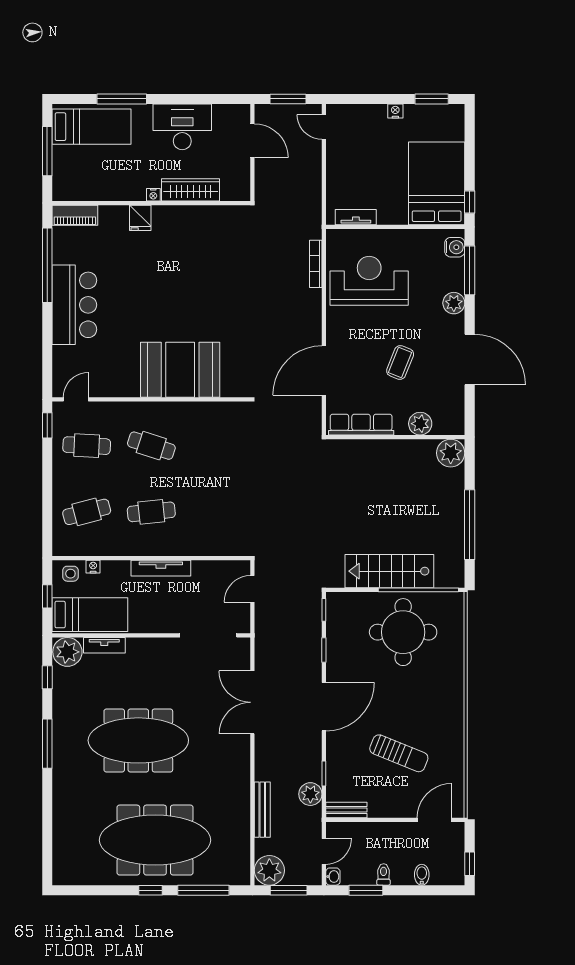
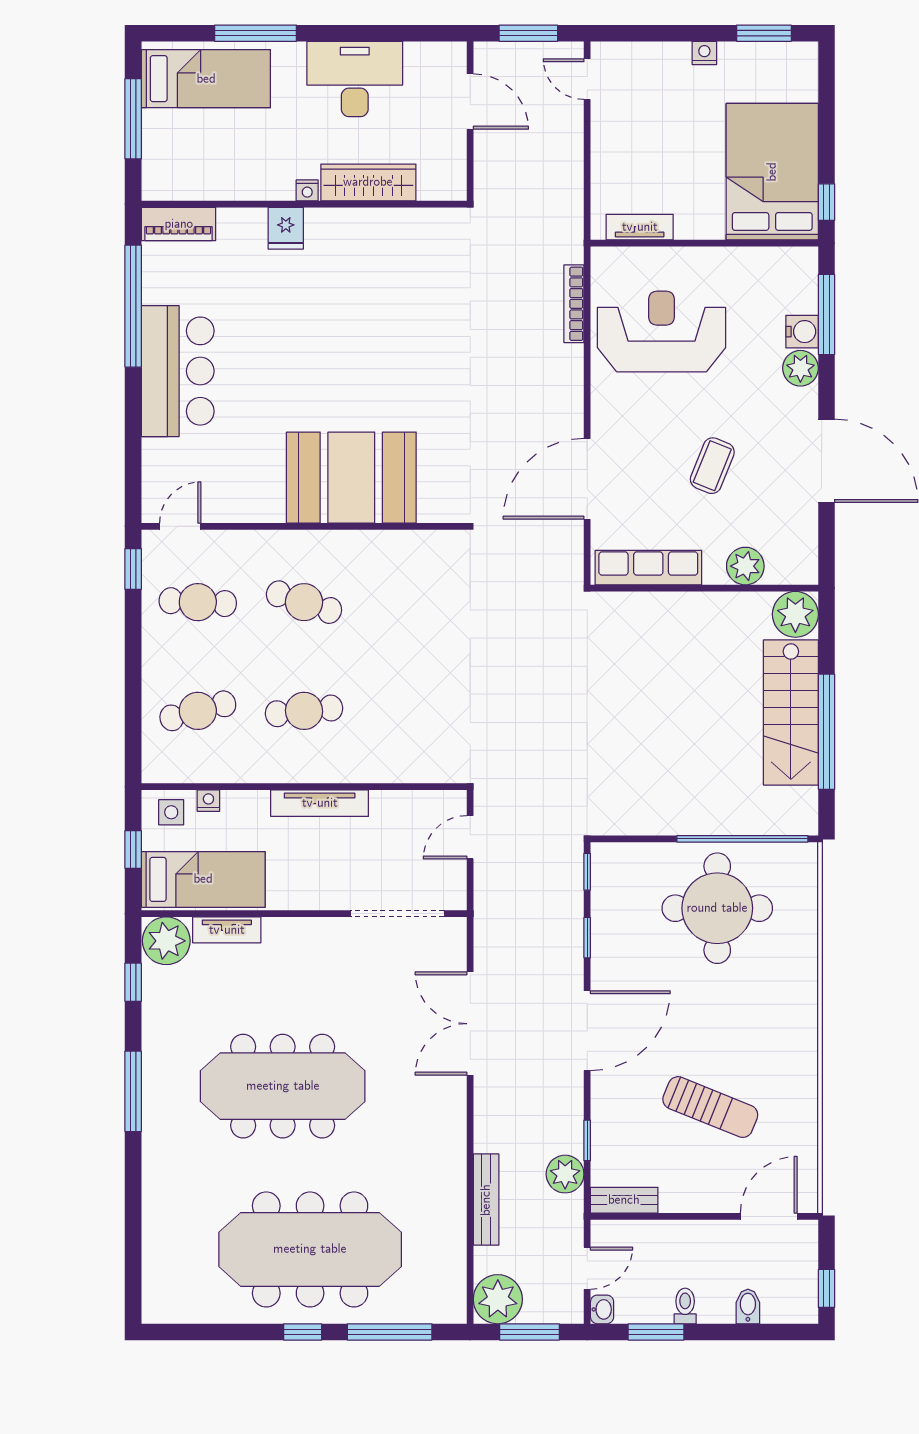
water cooler: (455, 247) -> (802, 332), moved
stairs: (389, 571) -> (791, 713), moved, turned -90

